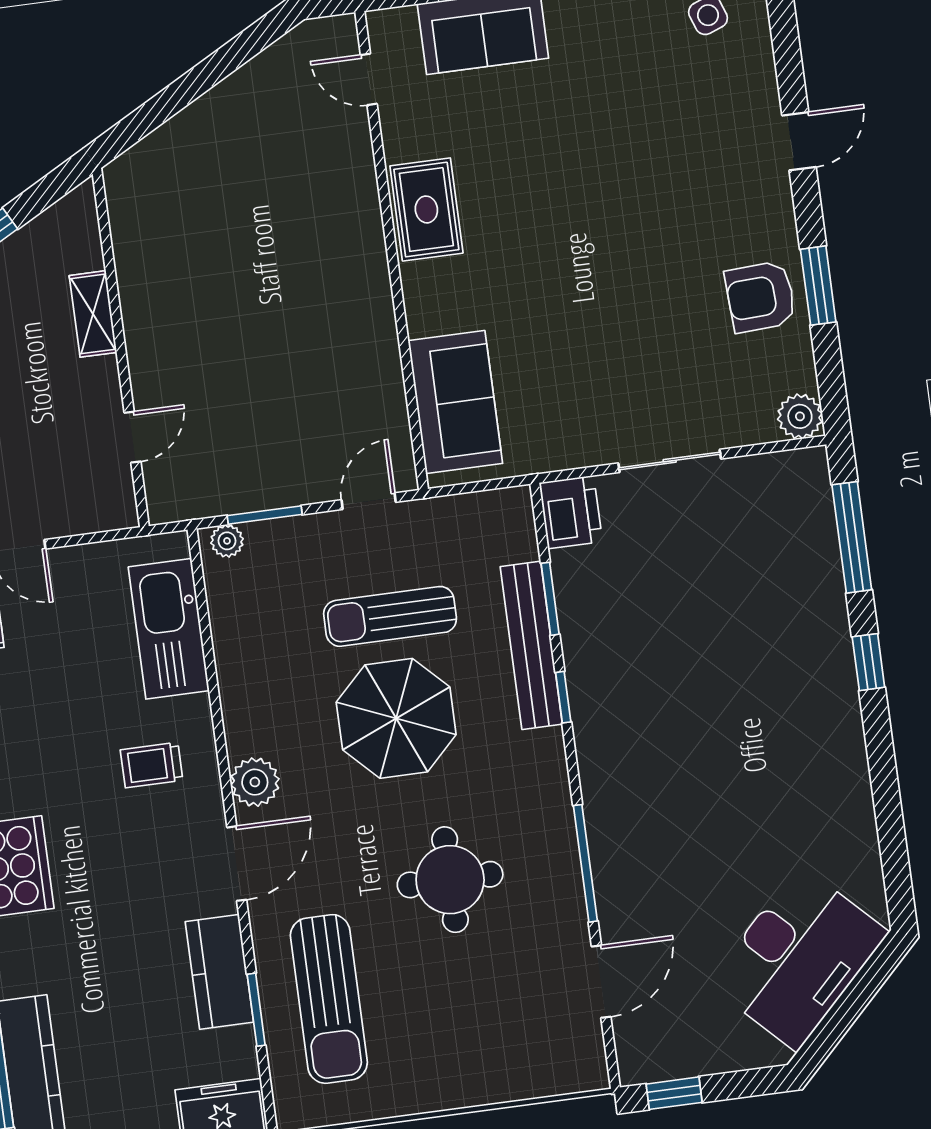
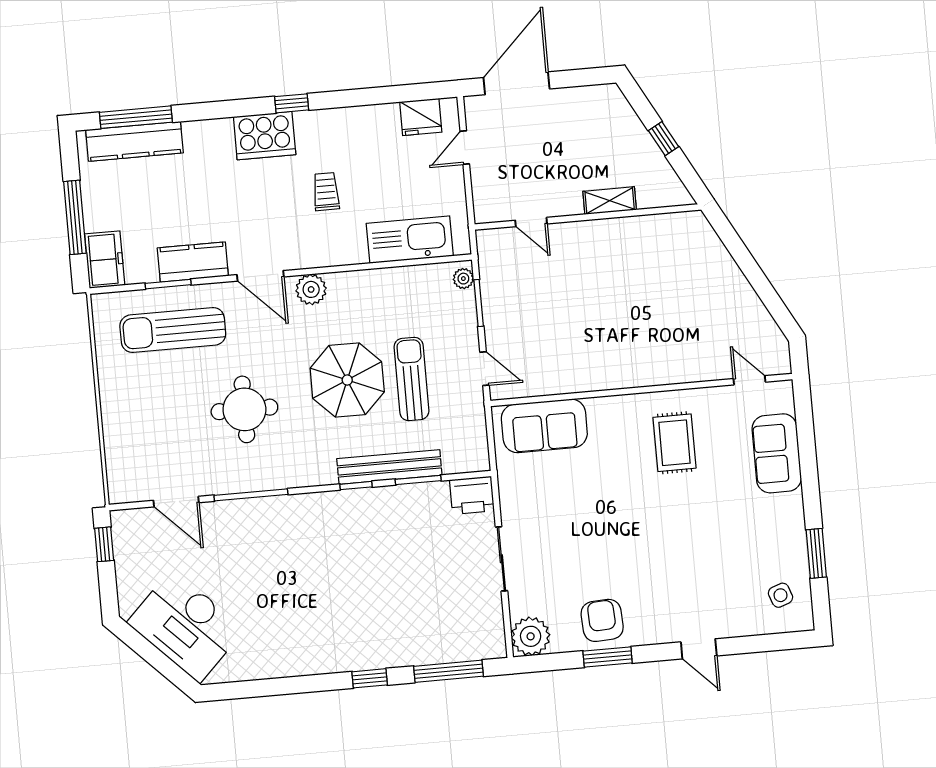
door: (369, 79) -> (749, 380), hinge flipped
rug: (426, 209) -> (675, 443), moved, turned 90
plant: (800, 416) -> (531, 636), width x1.36, depth x1.36
trolley: (152, 765) -> (326, 192), moved

